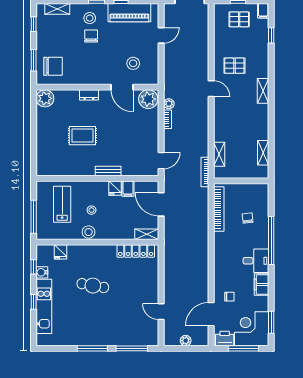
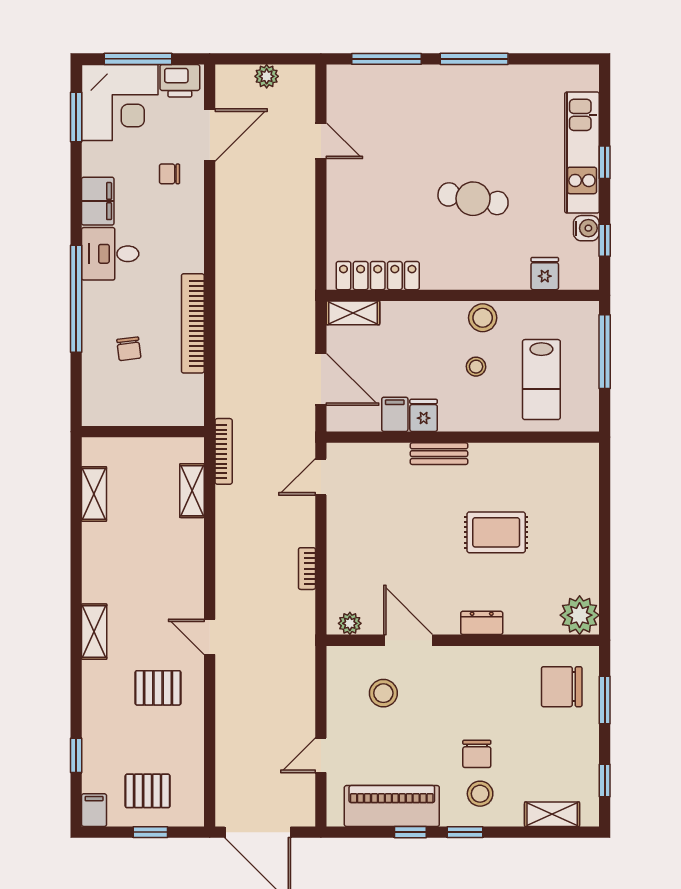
plant: (148, 99) -> (350, 623), width x0.53, depth x0.53
plant: (169, 104) -> (304, 603), removed
bookcase: (219, 209) -> (193, 323), moved

